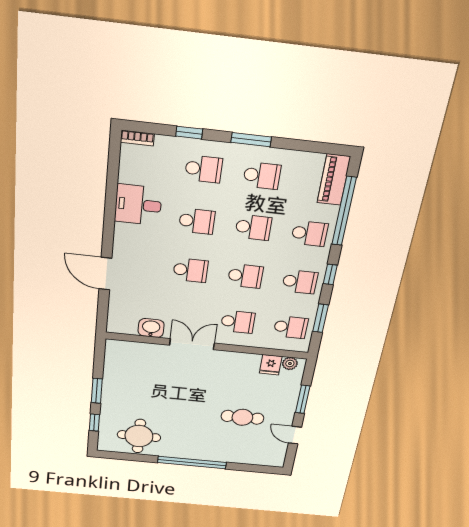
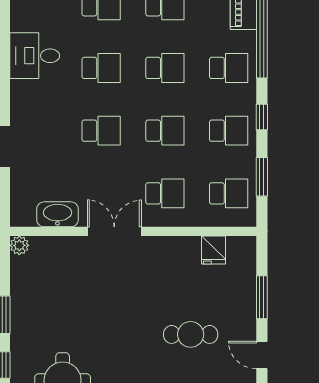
washbasin: (151, 328) -> (57, 214), width x1.38
plant: (290, 363) -> (19, 245), moved

